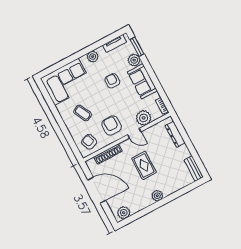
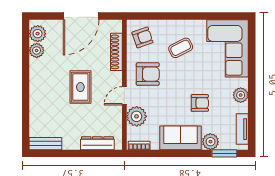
rug: (144, 165) -> (80, 87), turned 90
plant: (157, 196) -> (37, 50), moved

